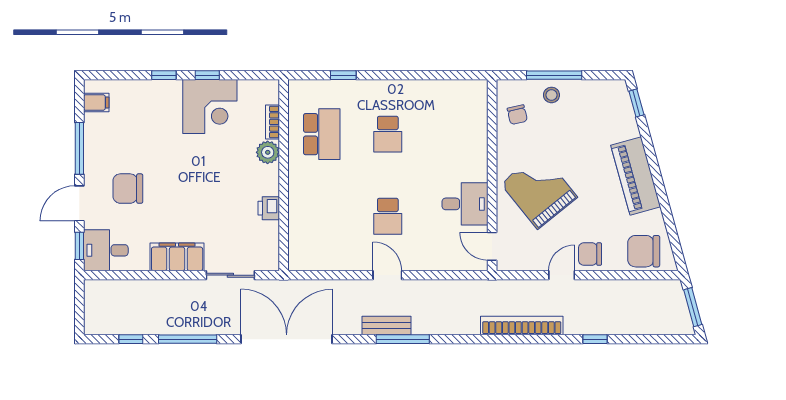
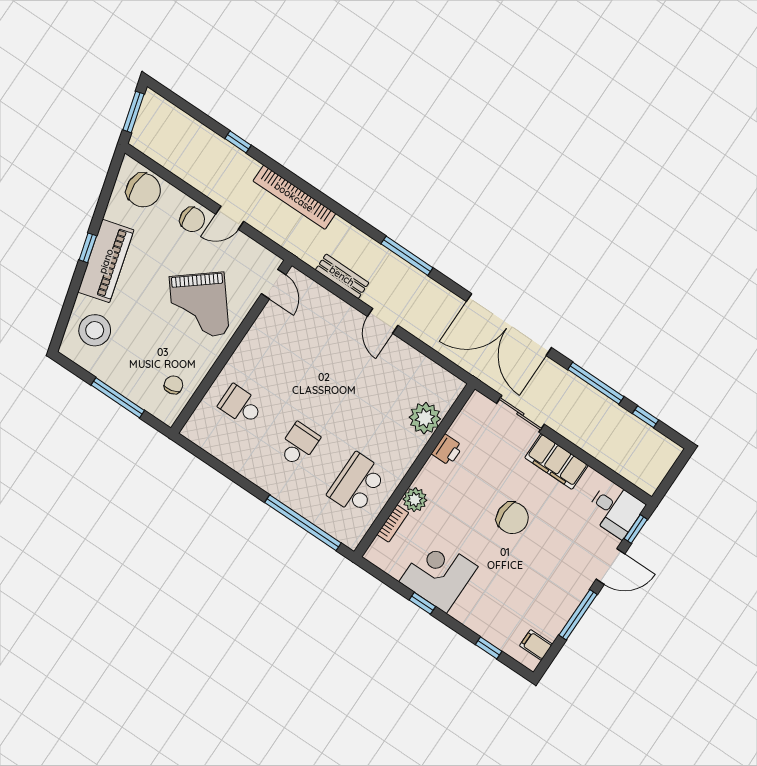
window: (164, 75) -> (489, 648), moved
window: (343, 75) -> (303, 523), width x3.17
stool: (551, 95) -> (95, 330), moved, width x1.89, depth x1.89
window: (636, 103) -> (88, 248), moved
chair: (128, 189) -> (512, 518), moved
desk: (465, 204) -> (272, 338), removed
school desk: (388, 216) -> (241, 405), moved, turned -90
plant: (303, 221) -> (425, 418), added
bench: (386, 325) -> (342, 276), moved

